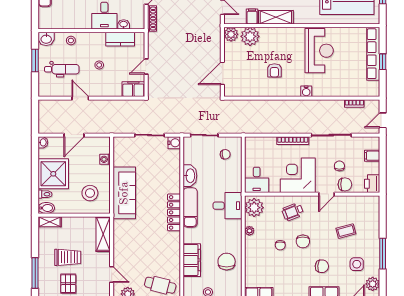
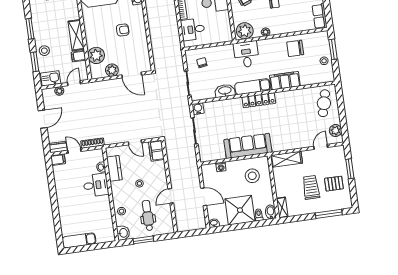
plant: (231, 34) -> (112, 70), moved
desk: (257, 180) -> (193, 29), moved, turned 180
filing cabinet: (192, 260) -> (285, 81), moved

